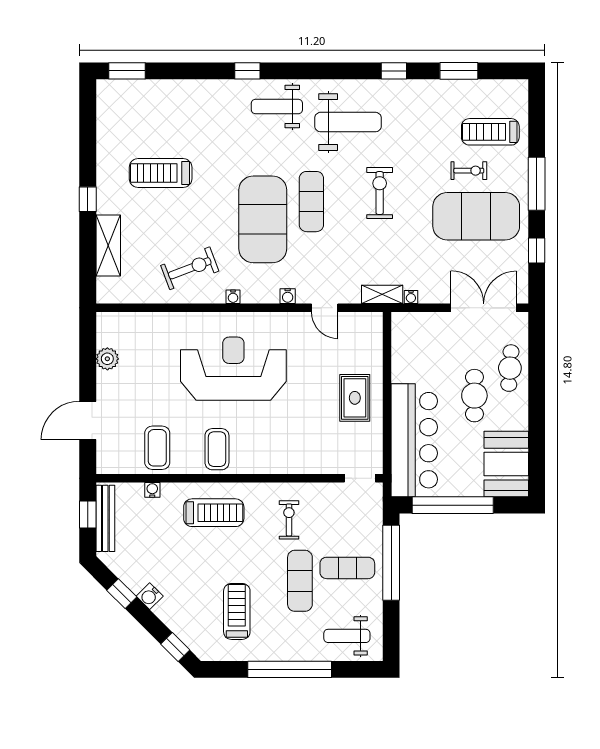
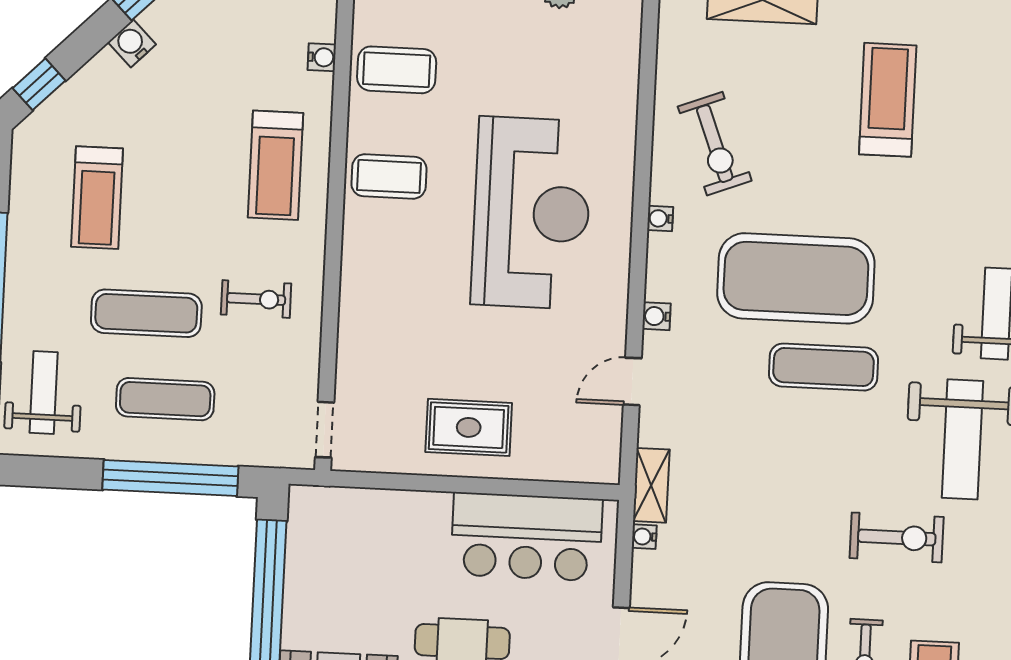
exercise bike: (380, 193) -> (897, 537), moved
bar counter: (414, 440) -> (527, 537), moved, width x0.73
exercise mat: (347, 568) -> (165, 399), turned 90
treadmill: (237, 611) -> (97, 198), turned 90

